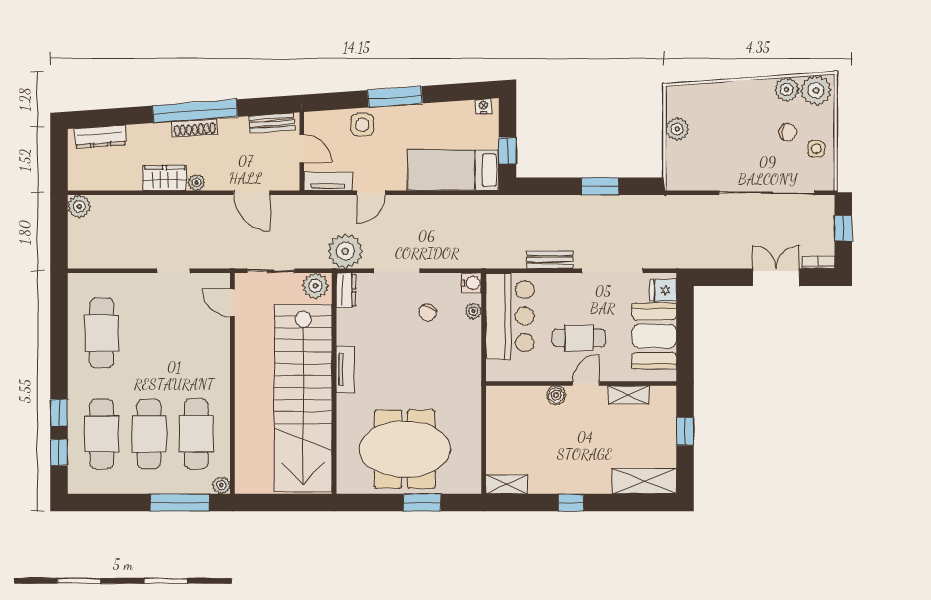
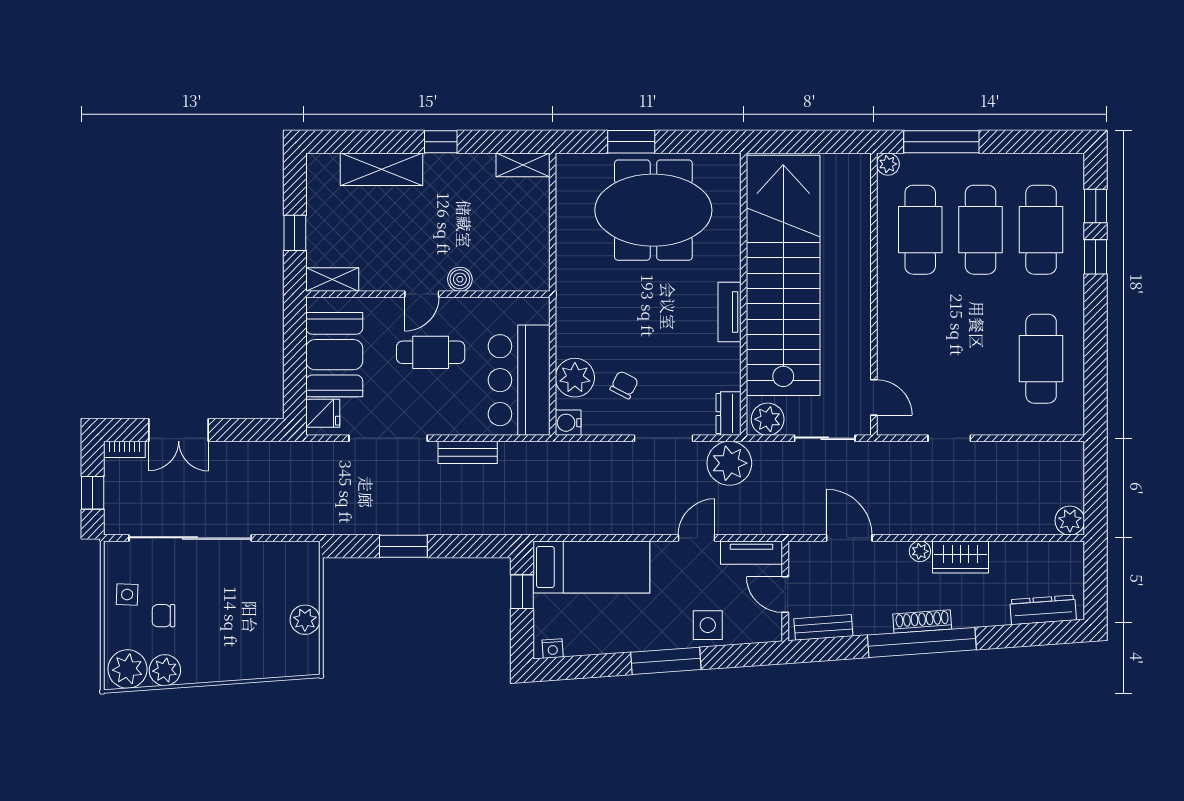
plant: (473, 311) -> (575, 378), width x1.87, depth x1.87
shelving: (628, 395) -> (332, 280), moved
shelving: (644, 481) -> (381, 169), moved

